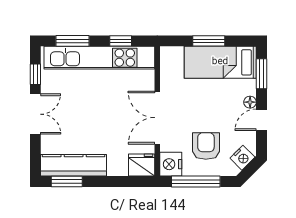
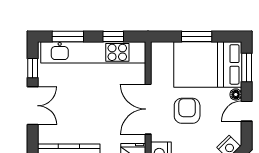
bed: (220, 62) -> (208, 64), width x1.50
armchair: (206, 146) -> (187, 111), moved

